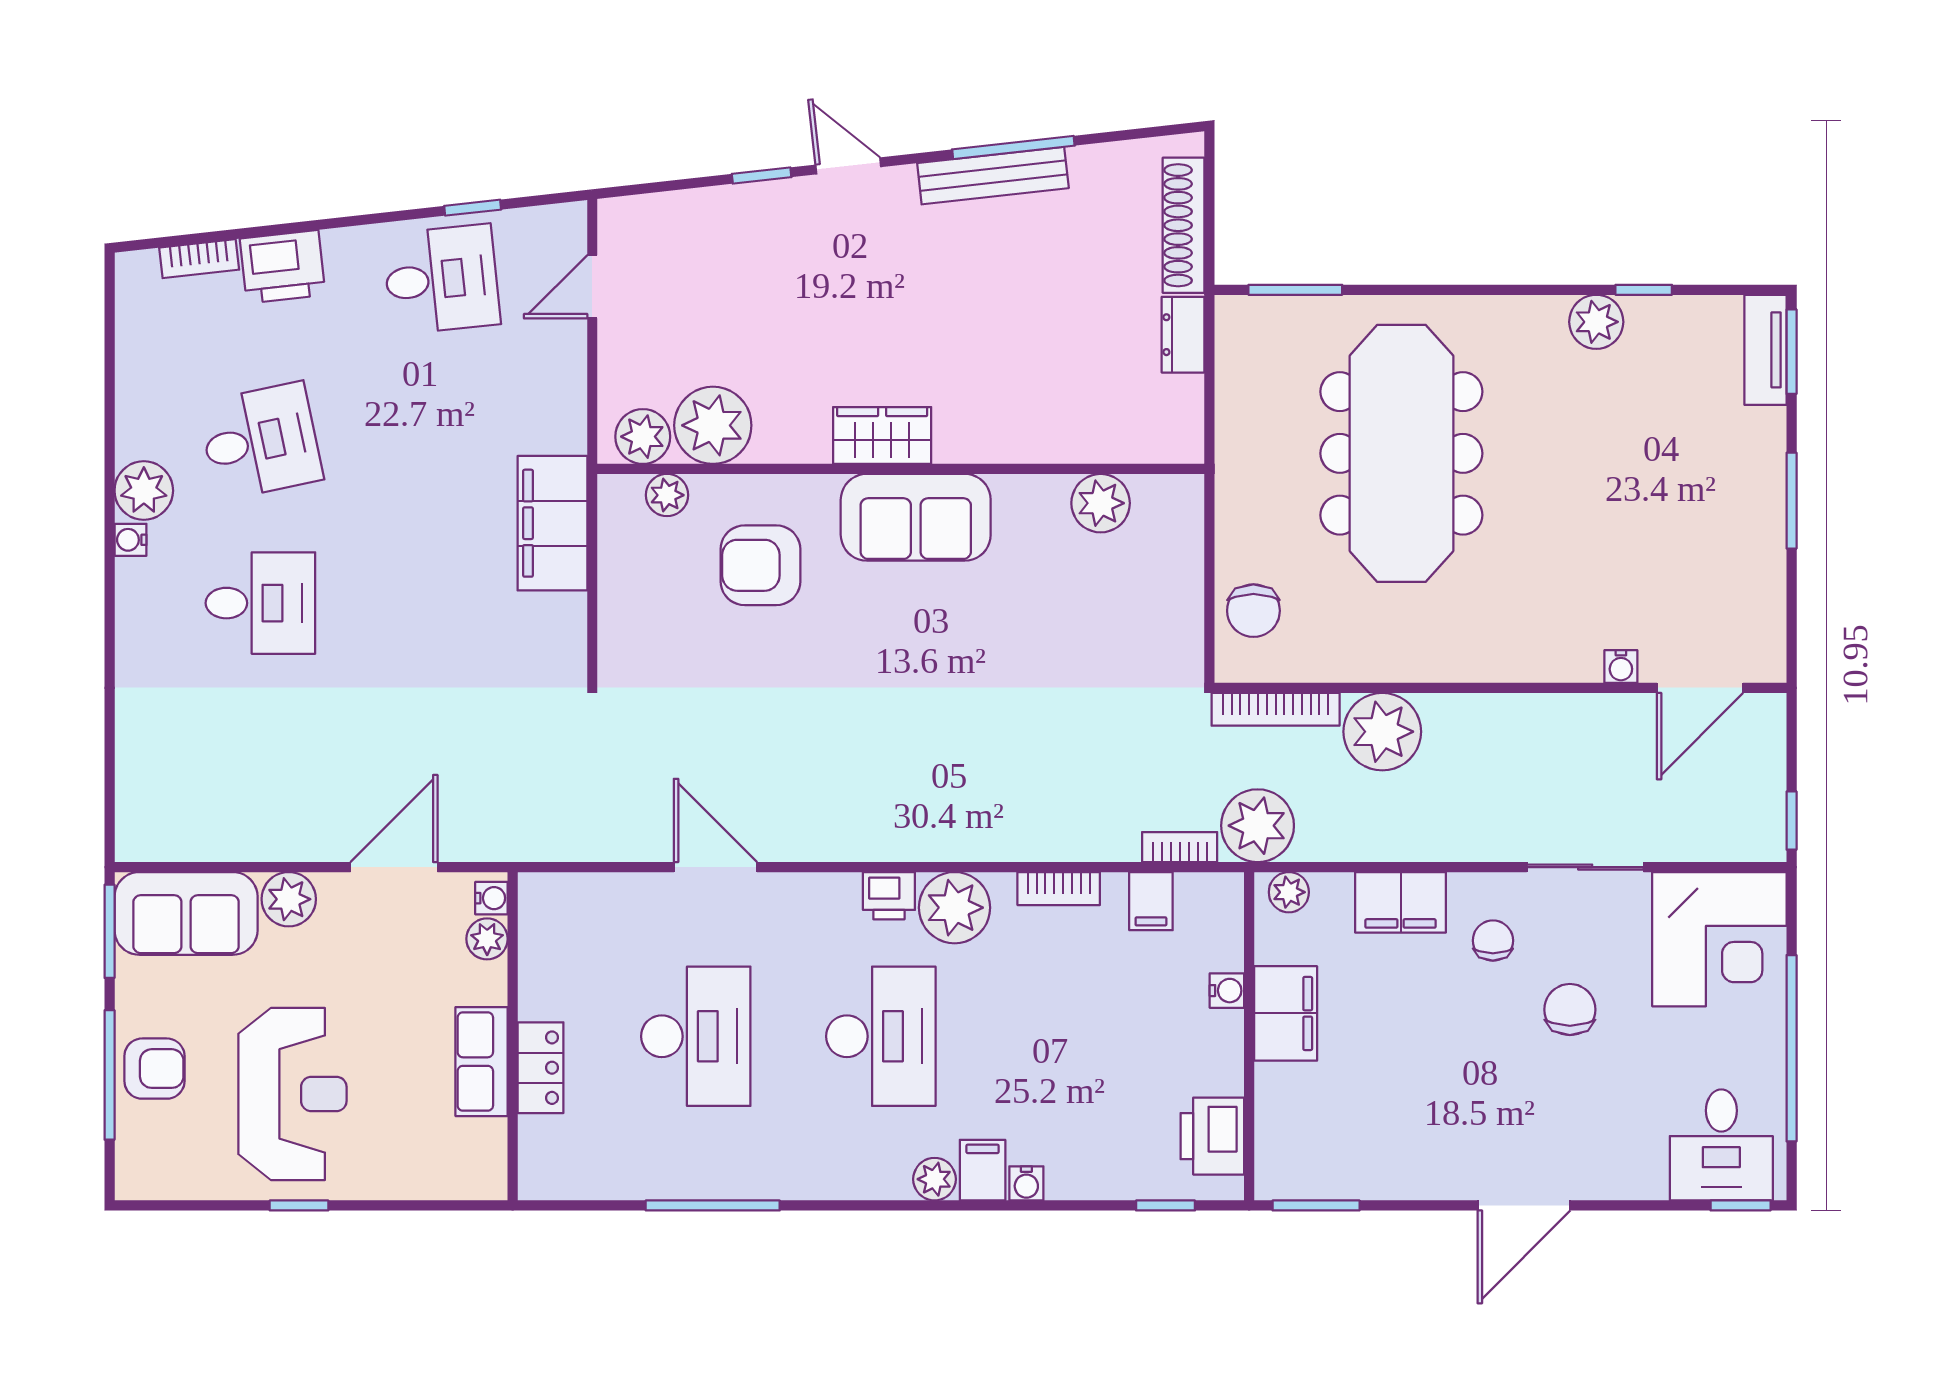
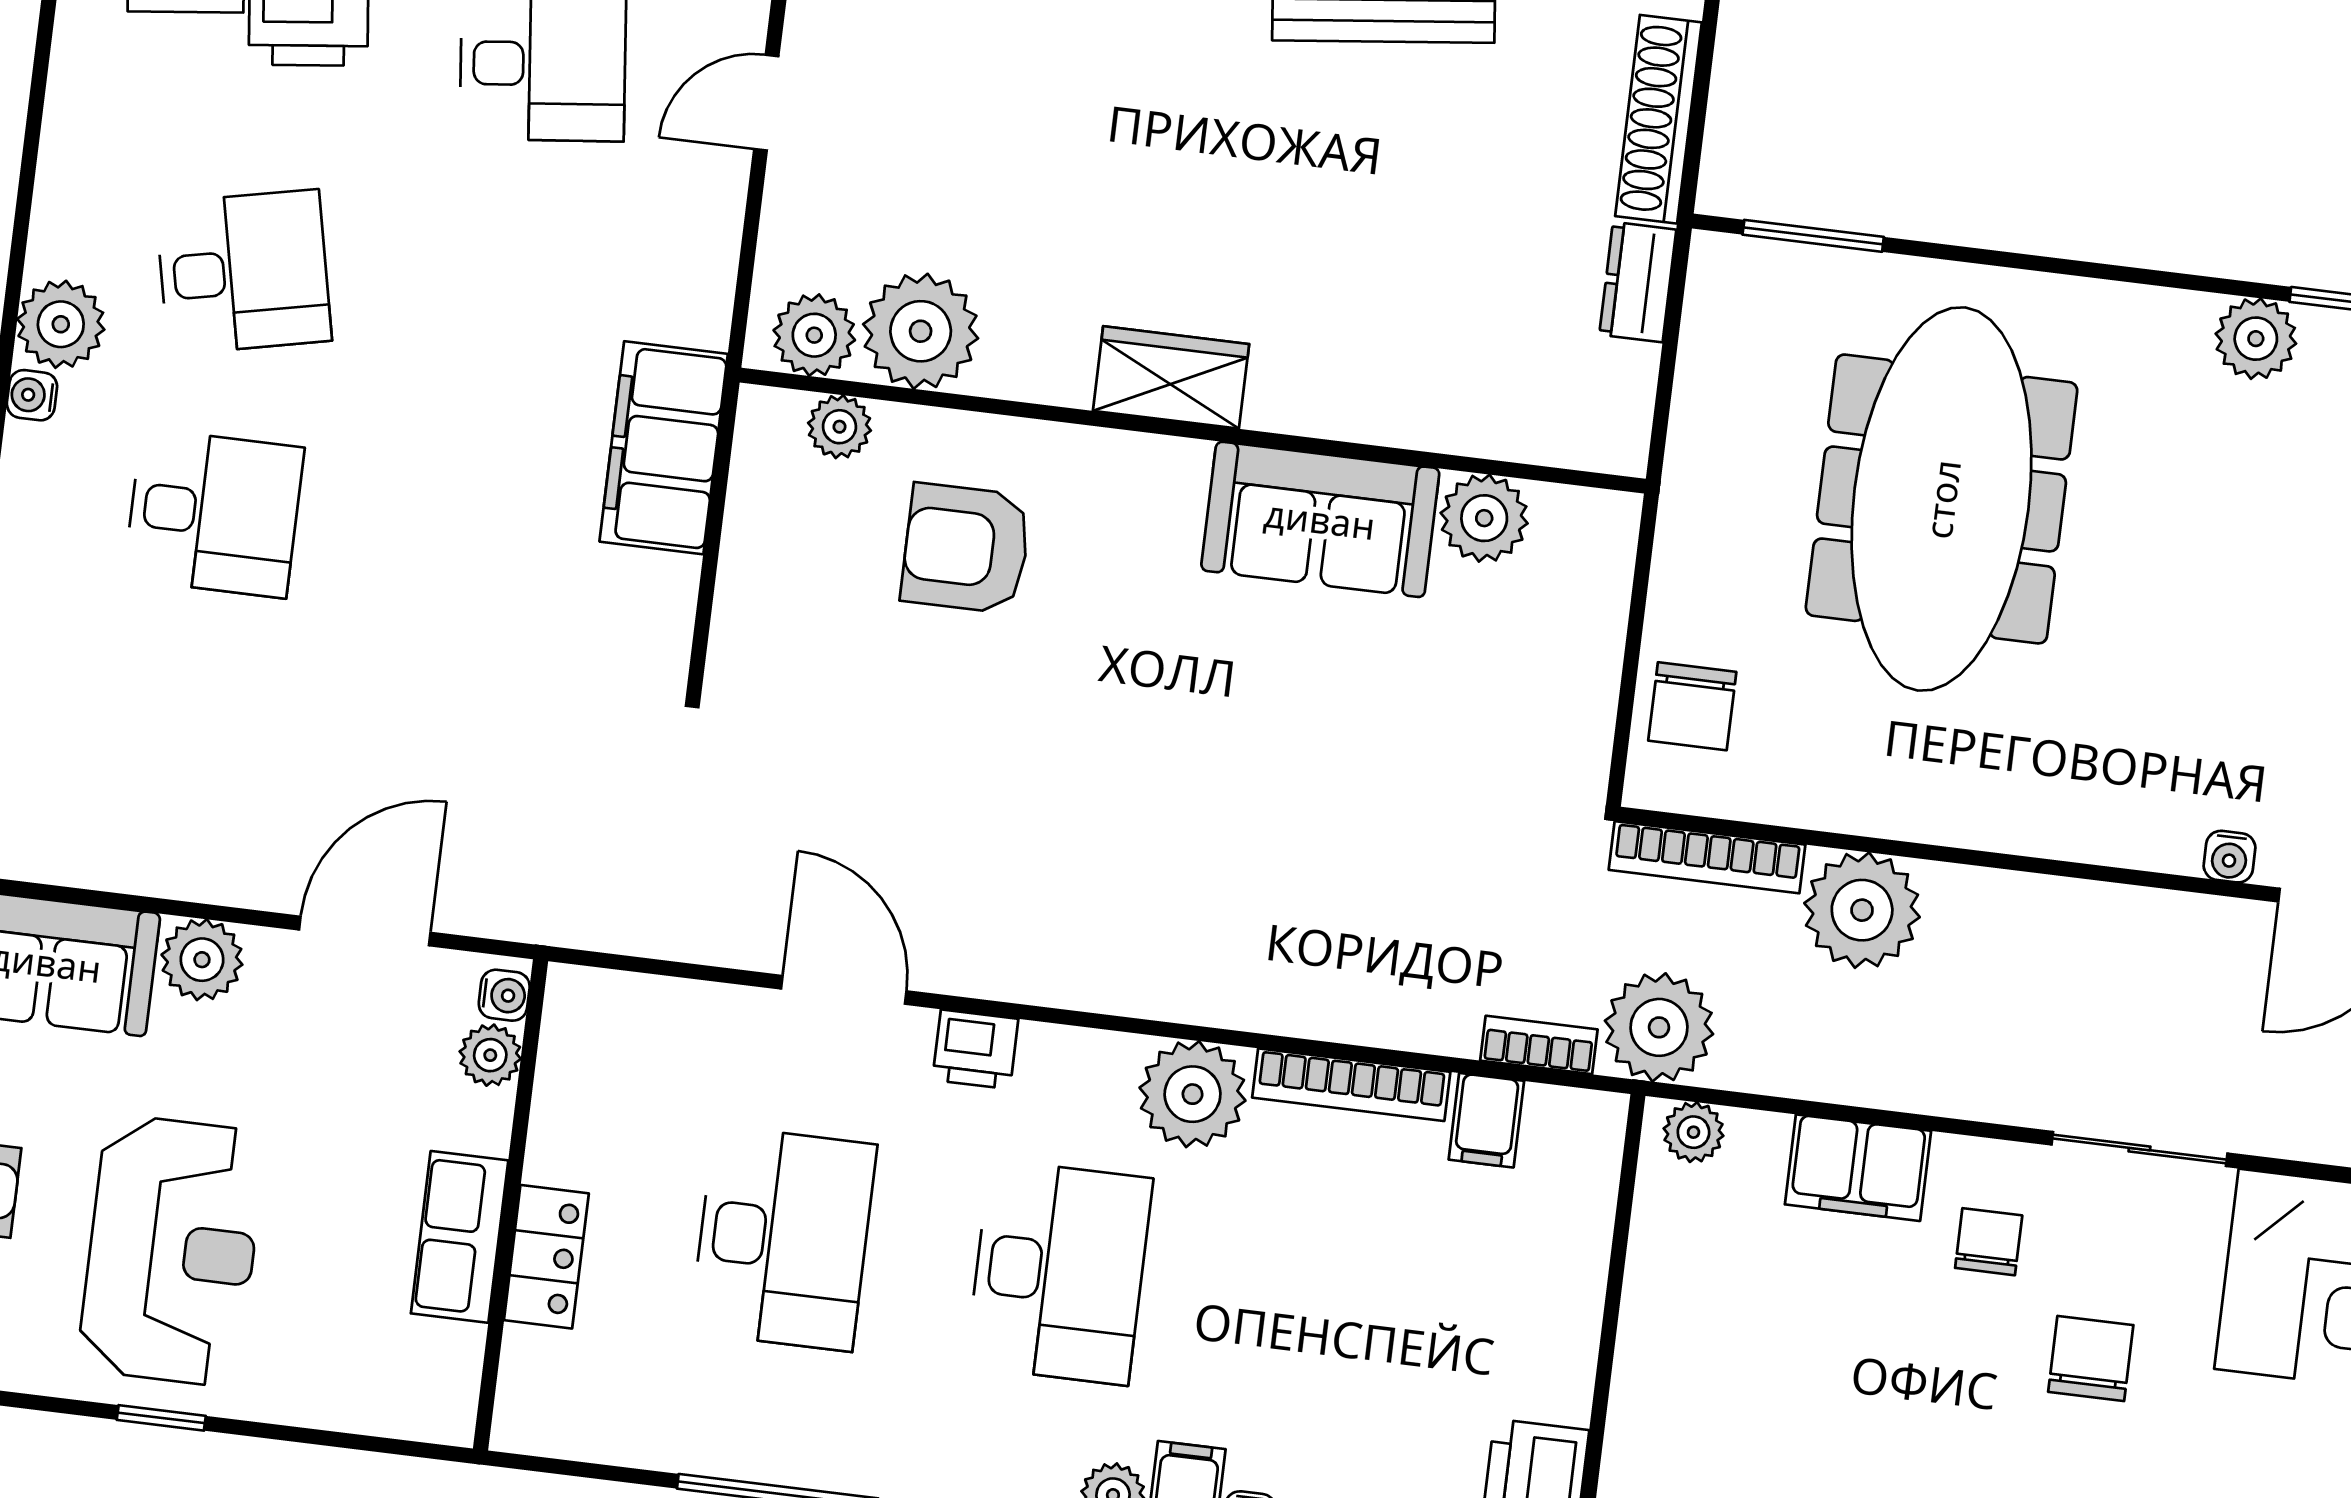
sofa: (916, 517) -> (1320, 519), moved
bookcase: (1059, 889) -> (1351, 1085), width x1.56
printer: (889, 896) -> (975, 1049), moved
water cooler: (1227, 991) -> (1583, 1267), removed
filing cabinet: (1286, 1013) -> (1666, 1312), removed

